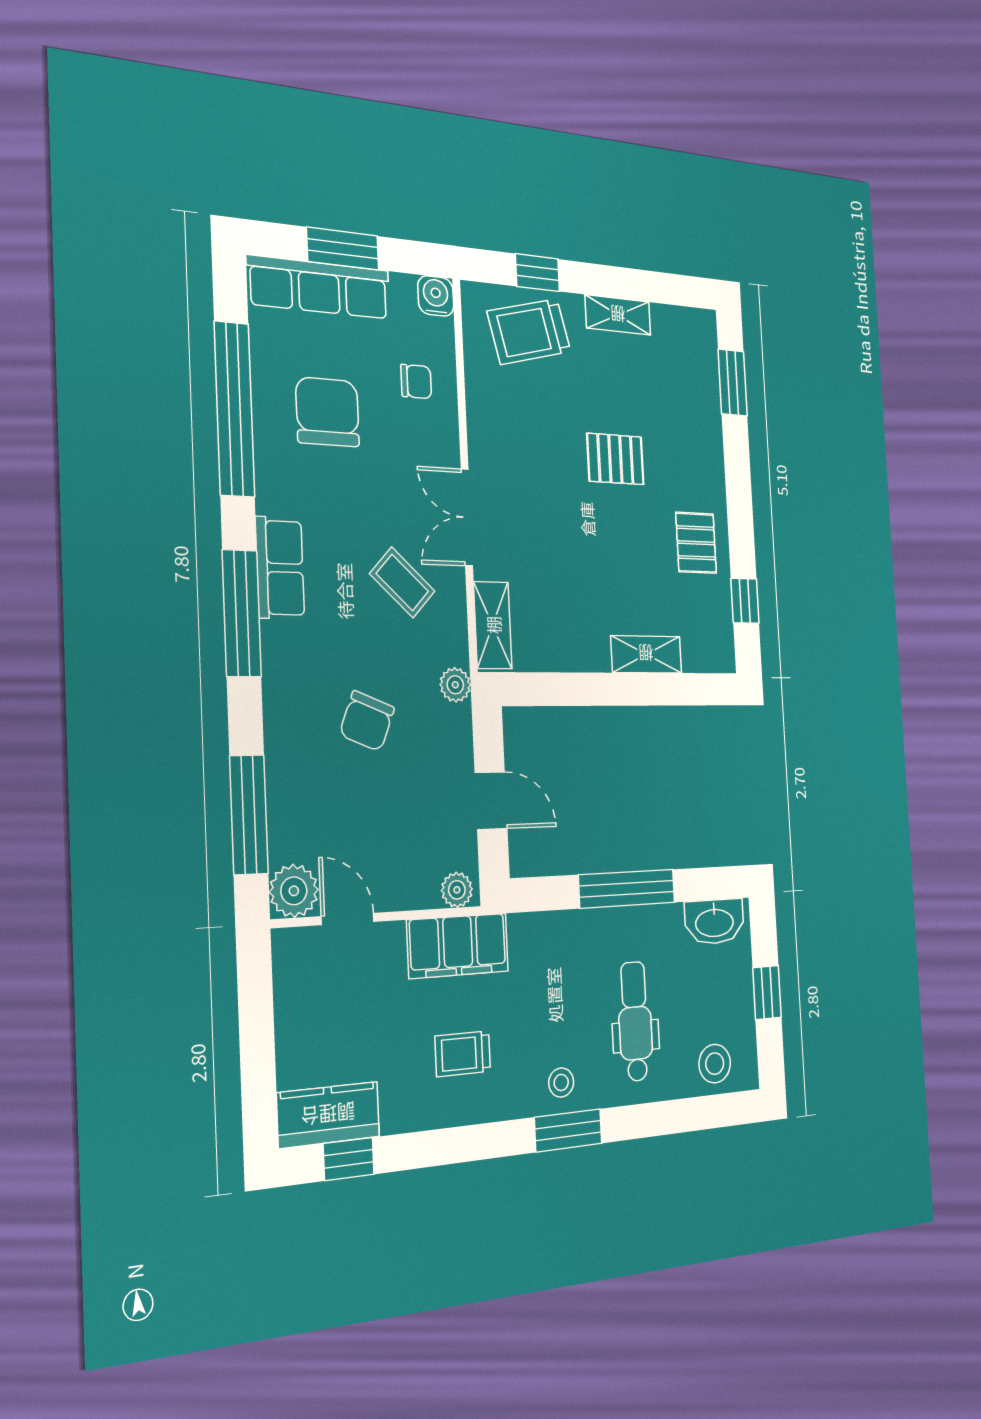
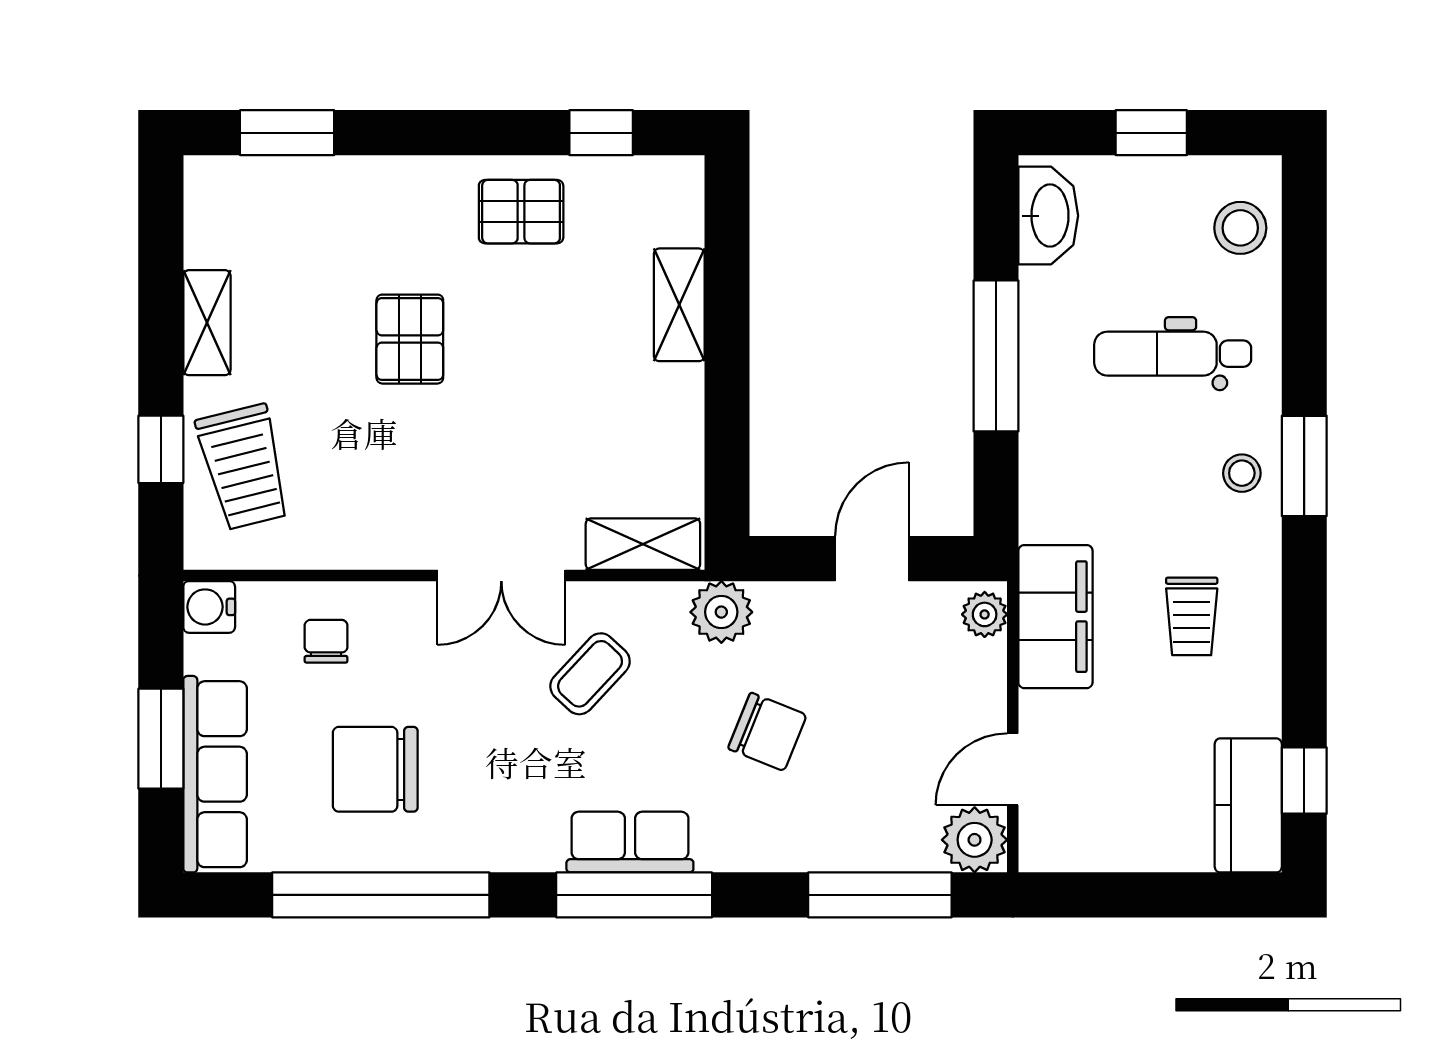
row of seats: (280, 568) -> (630, 842), moved
plant: (455, 685) -> (721, 612), width x1.38, depth x1.38

